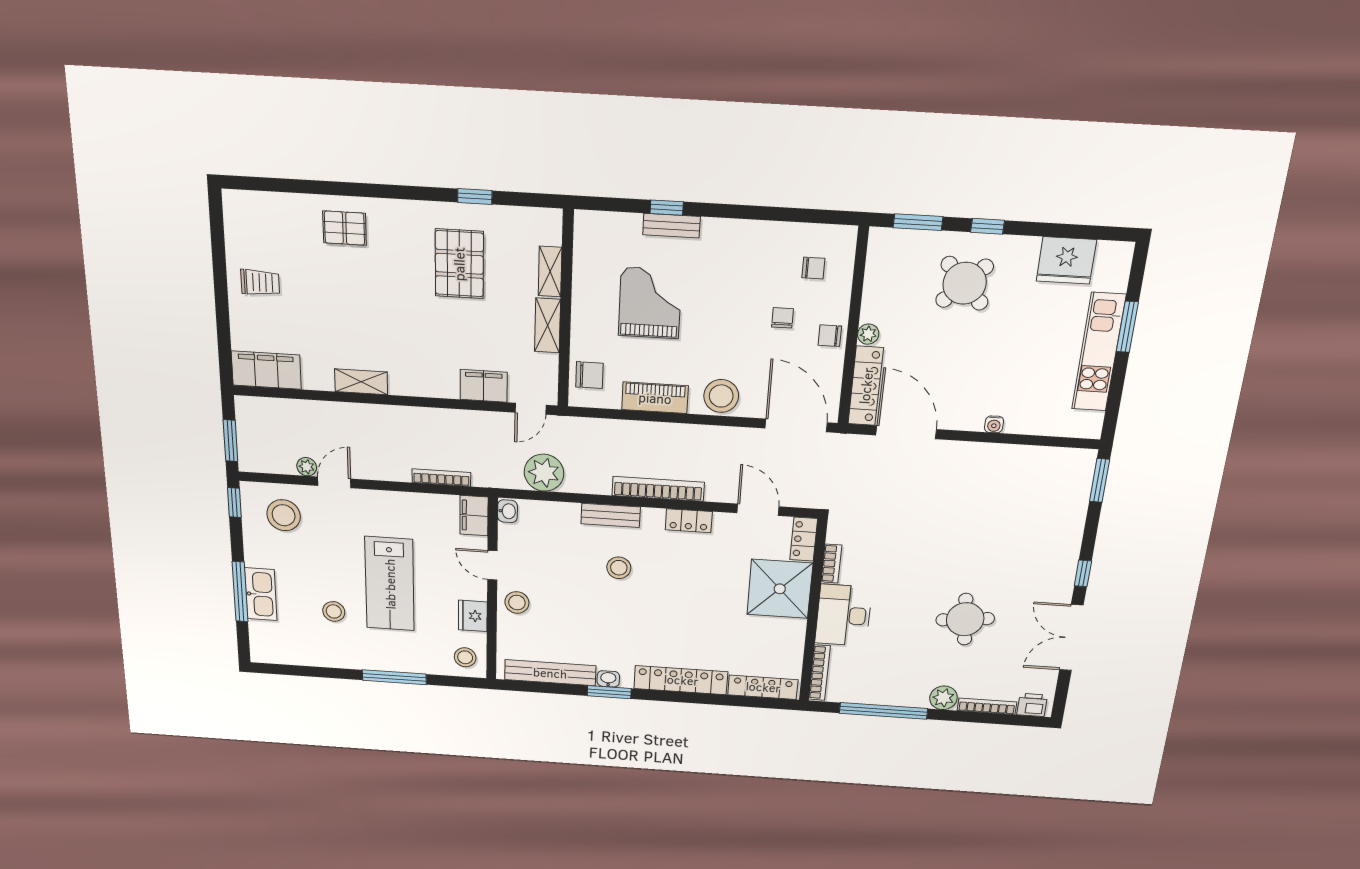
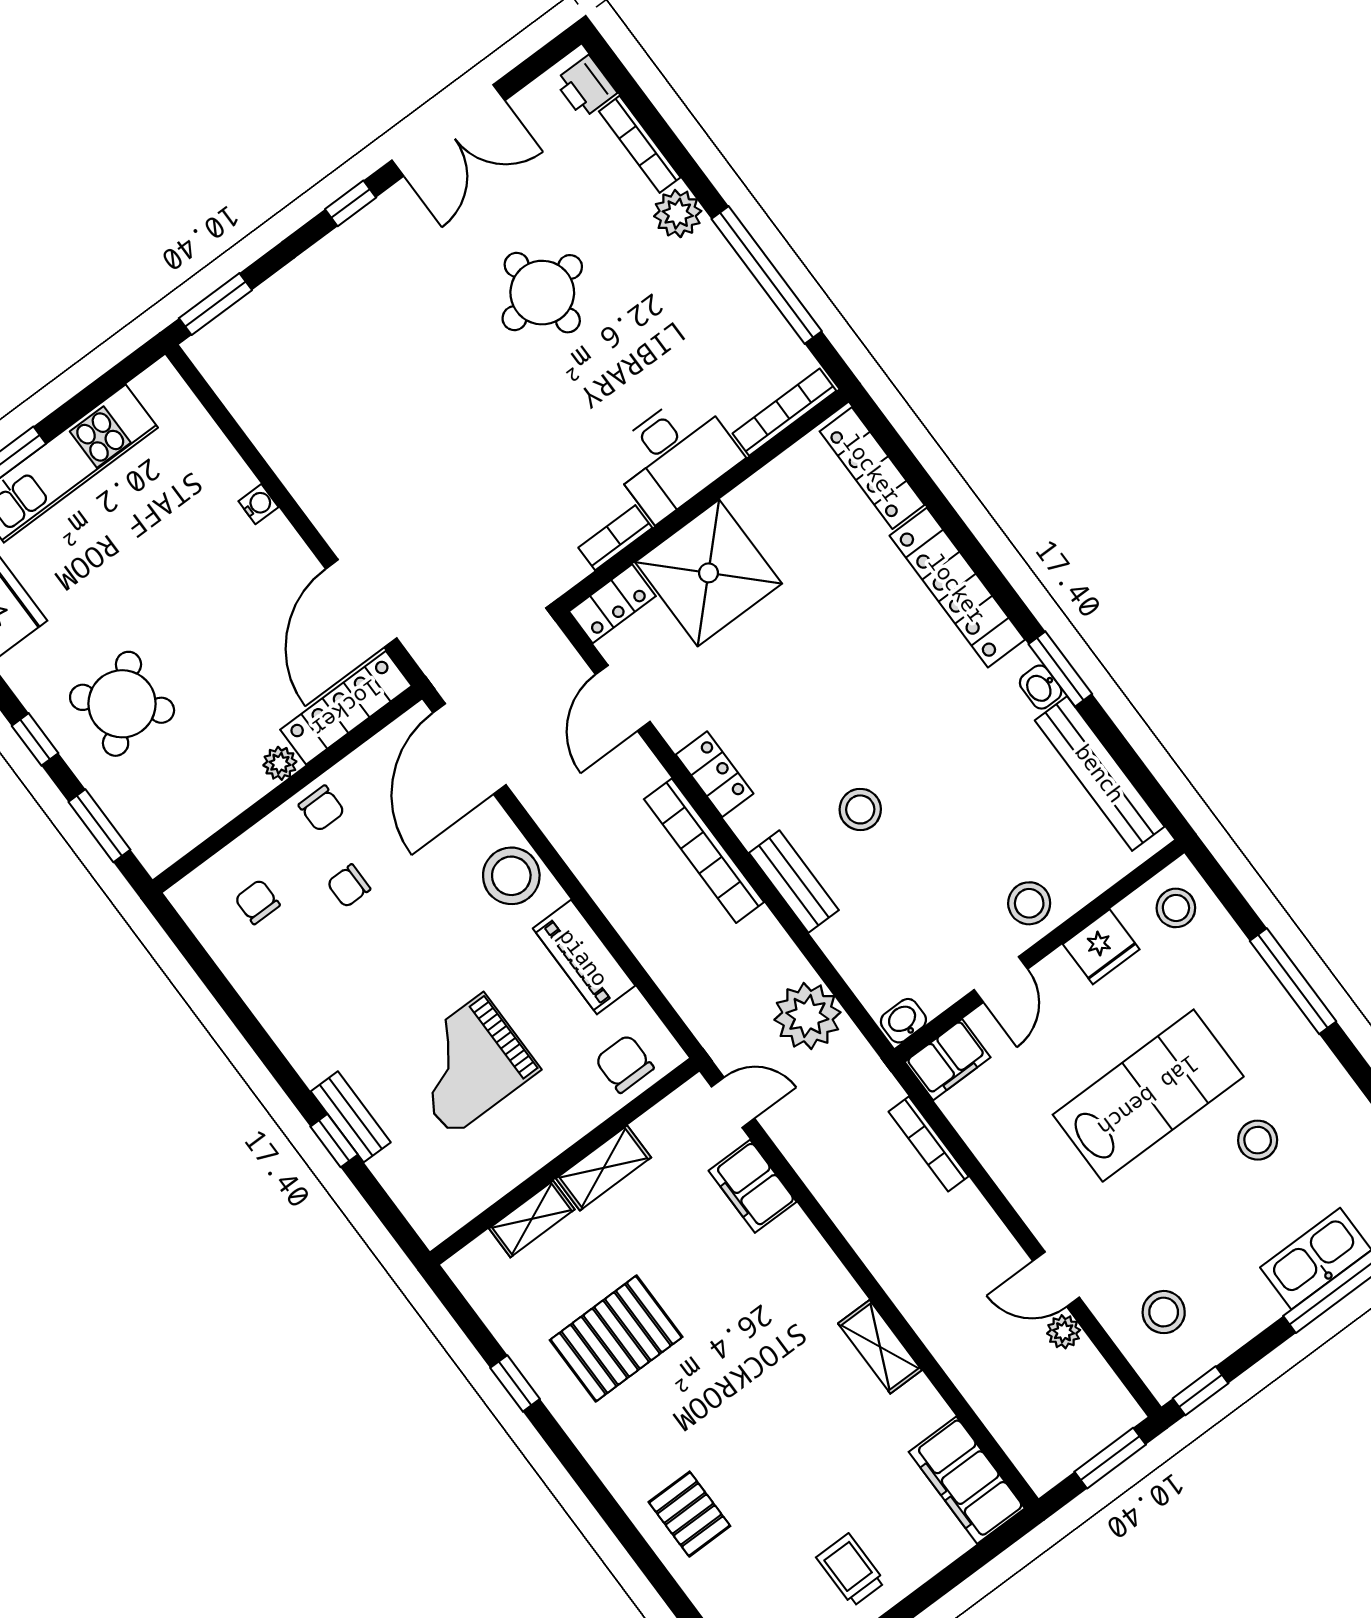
stool: (284, 515) -> (1164, 1312), width x0.73, depth x0.73

